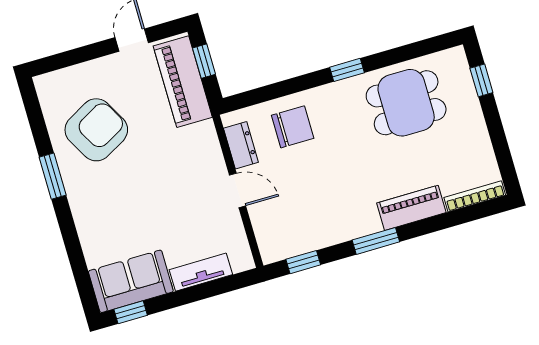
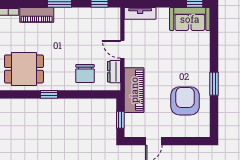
piano: (183, 82) -> (134, 90), moved
chair: (293, 127) -> (85, 73), turned -90
armchair: (96, 130) -> (185, 101), turned 119
tv unit: (201, 272) -> (140, 13), moved

